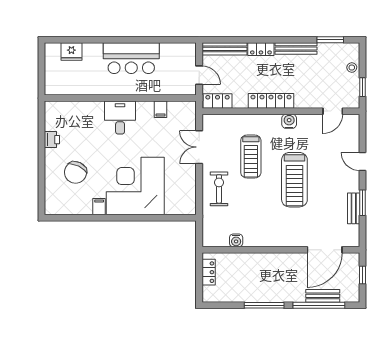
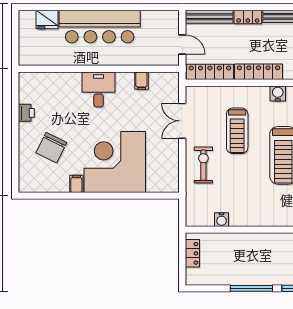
bar counter: (131, 58) -> (100, 27), width x1.36
locker: (218, 101) -> (210, 72), width x1.53

